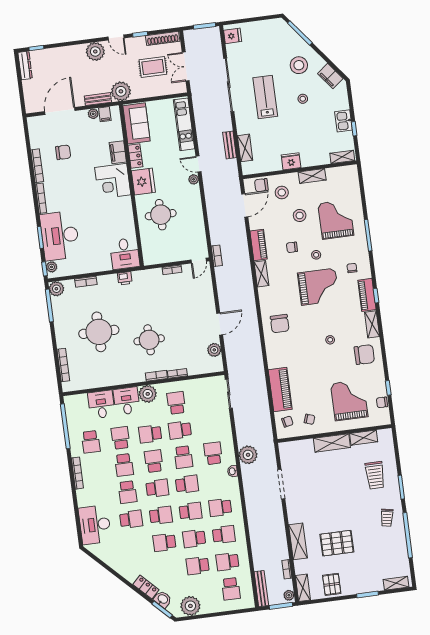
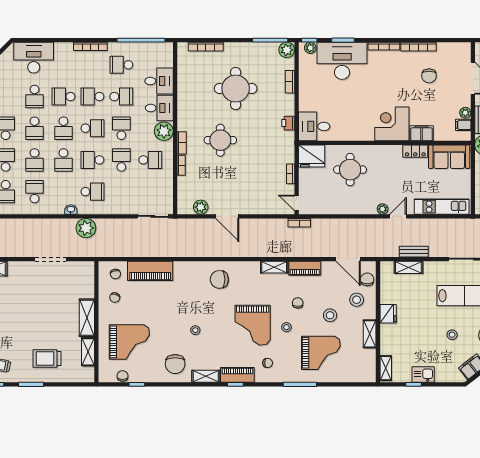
fridge: (143, 181) -> (312, 156), moved

